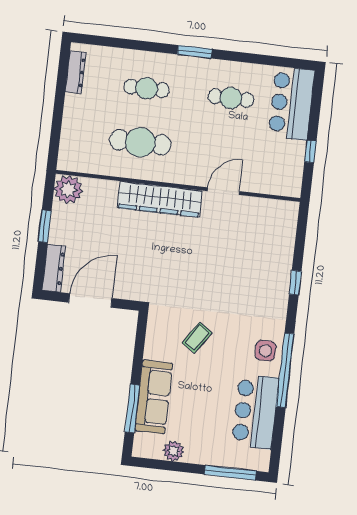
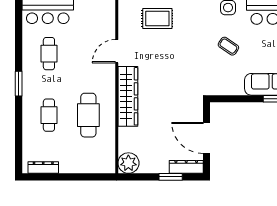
door: (223, 191) -> (117, 51), hinge flipped
window: (45, 226) -> (171, 177), moved
rug: (262, 252) -> (157, 19), added
coffee table: (197, 338) -> (228, 46), moved

